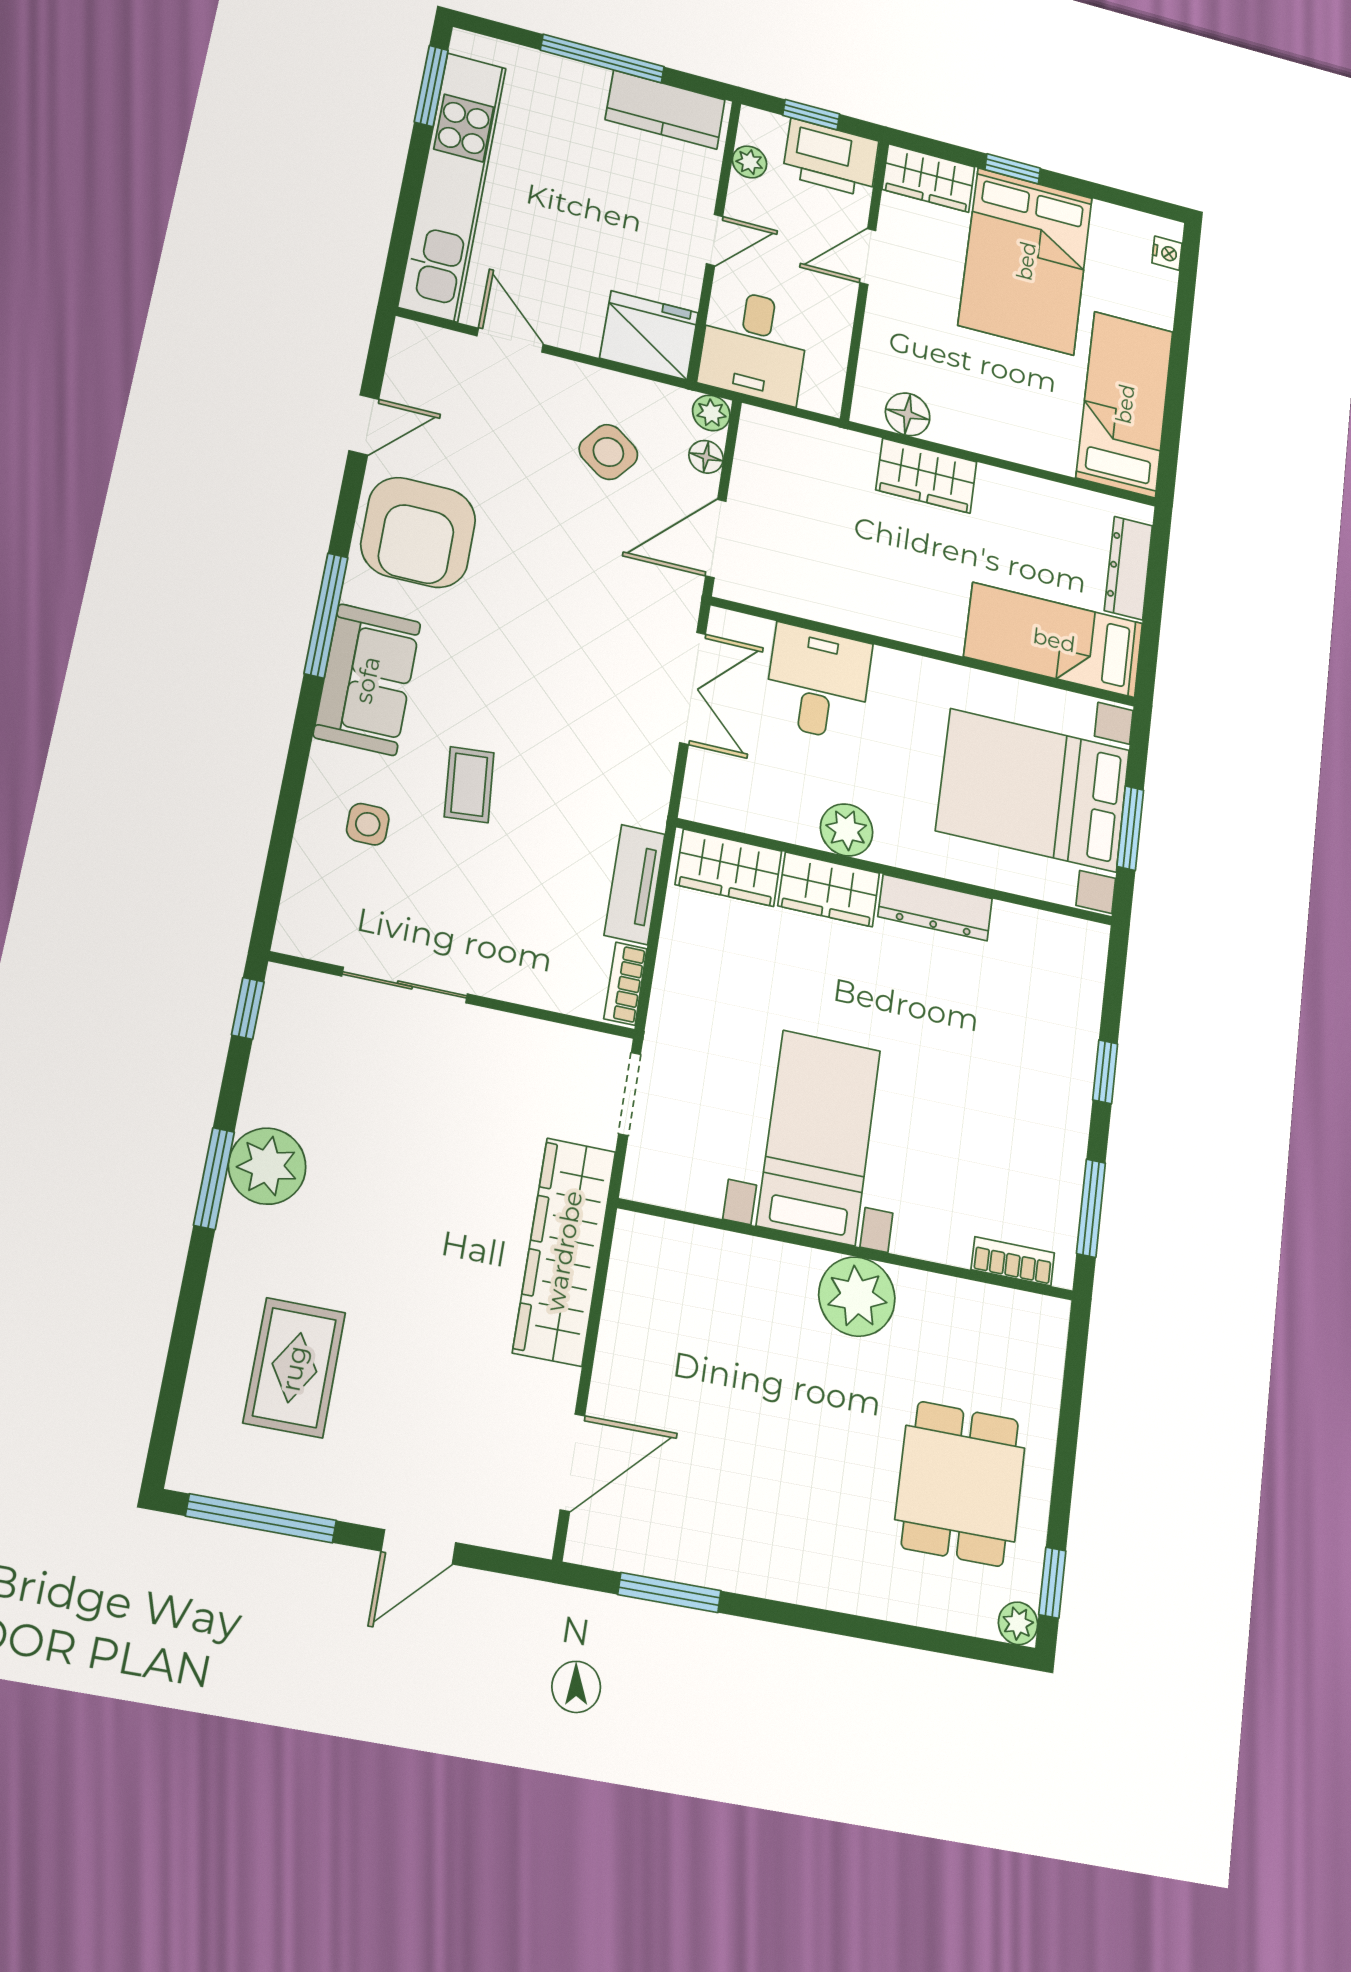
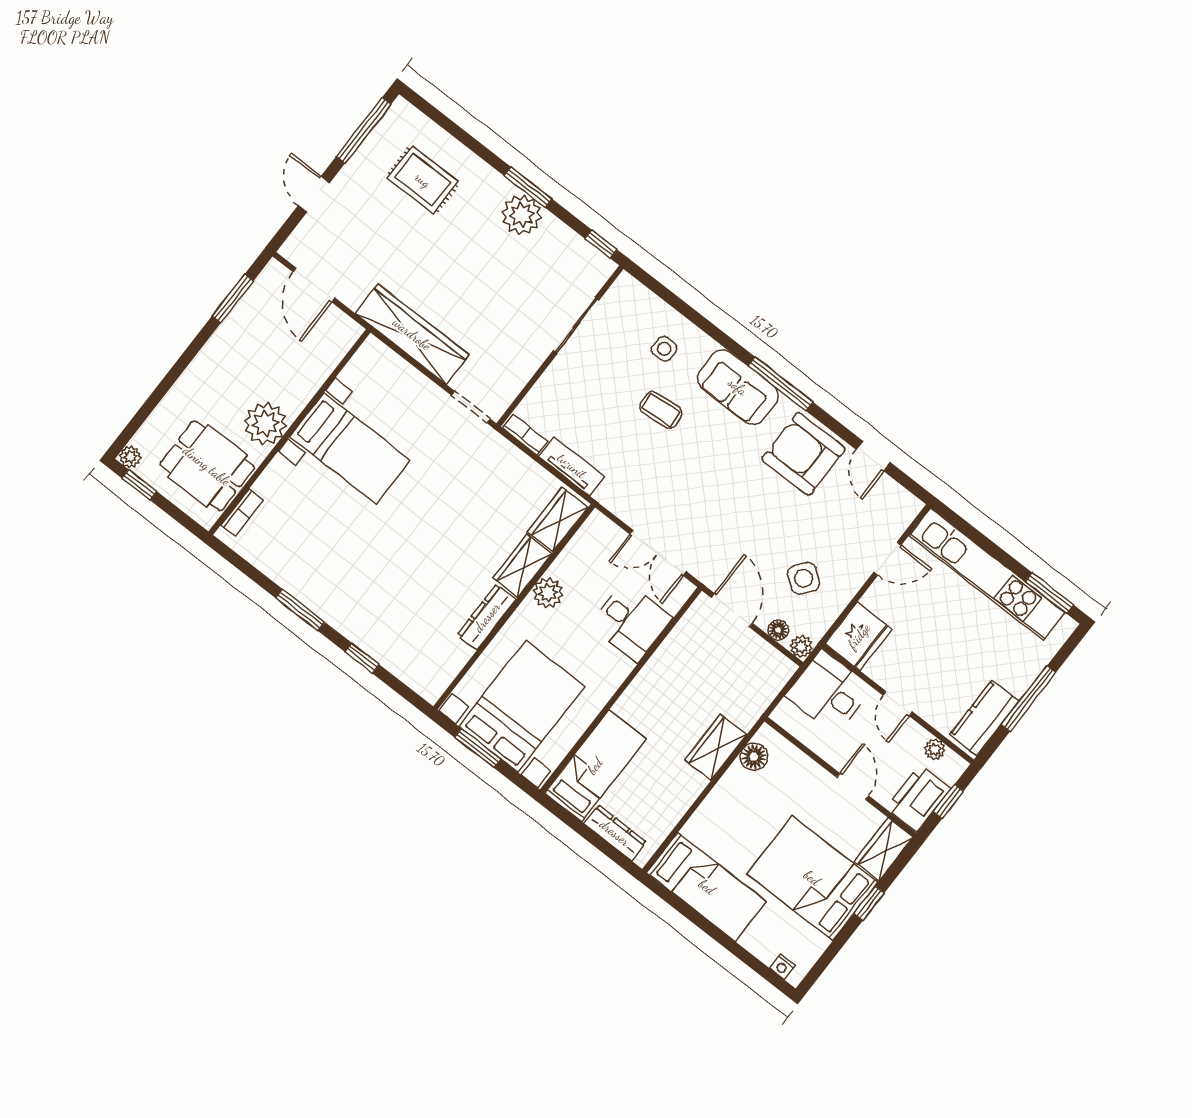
bed with nightstands: (819, 1137) -> (350, 448), moved
wall: (848, 1250) -> (289, 432), moved
bookcase: (1013, 1261) -> (242, 513), moved
plant: (857, 1297) -> (266, 424), moved

